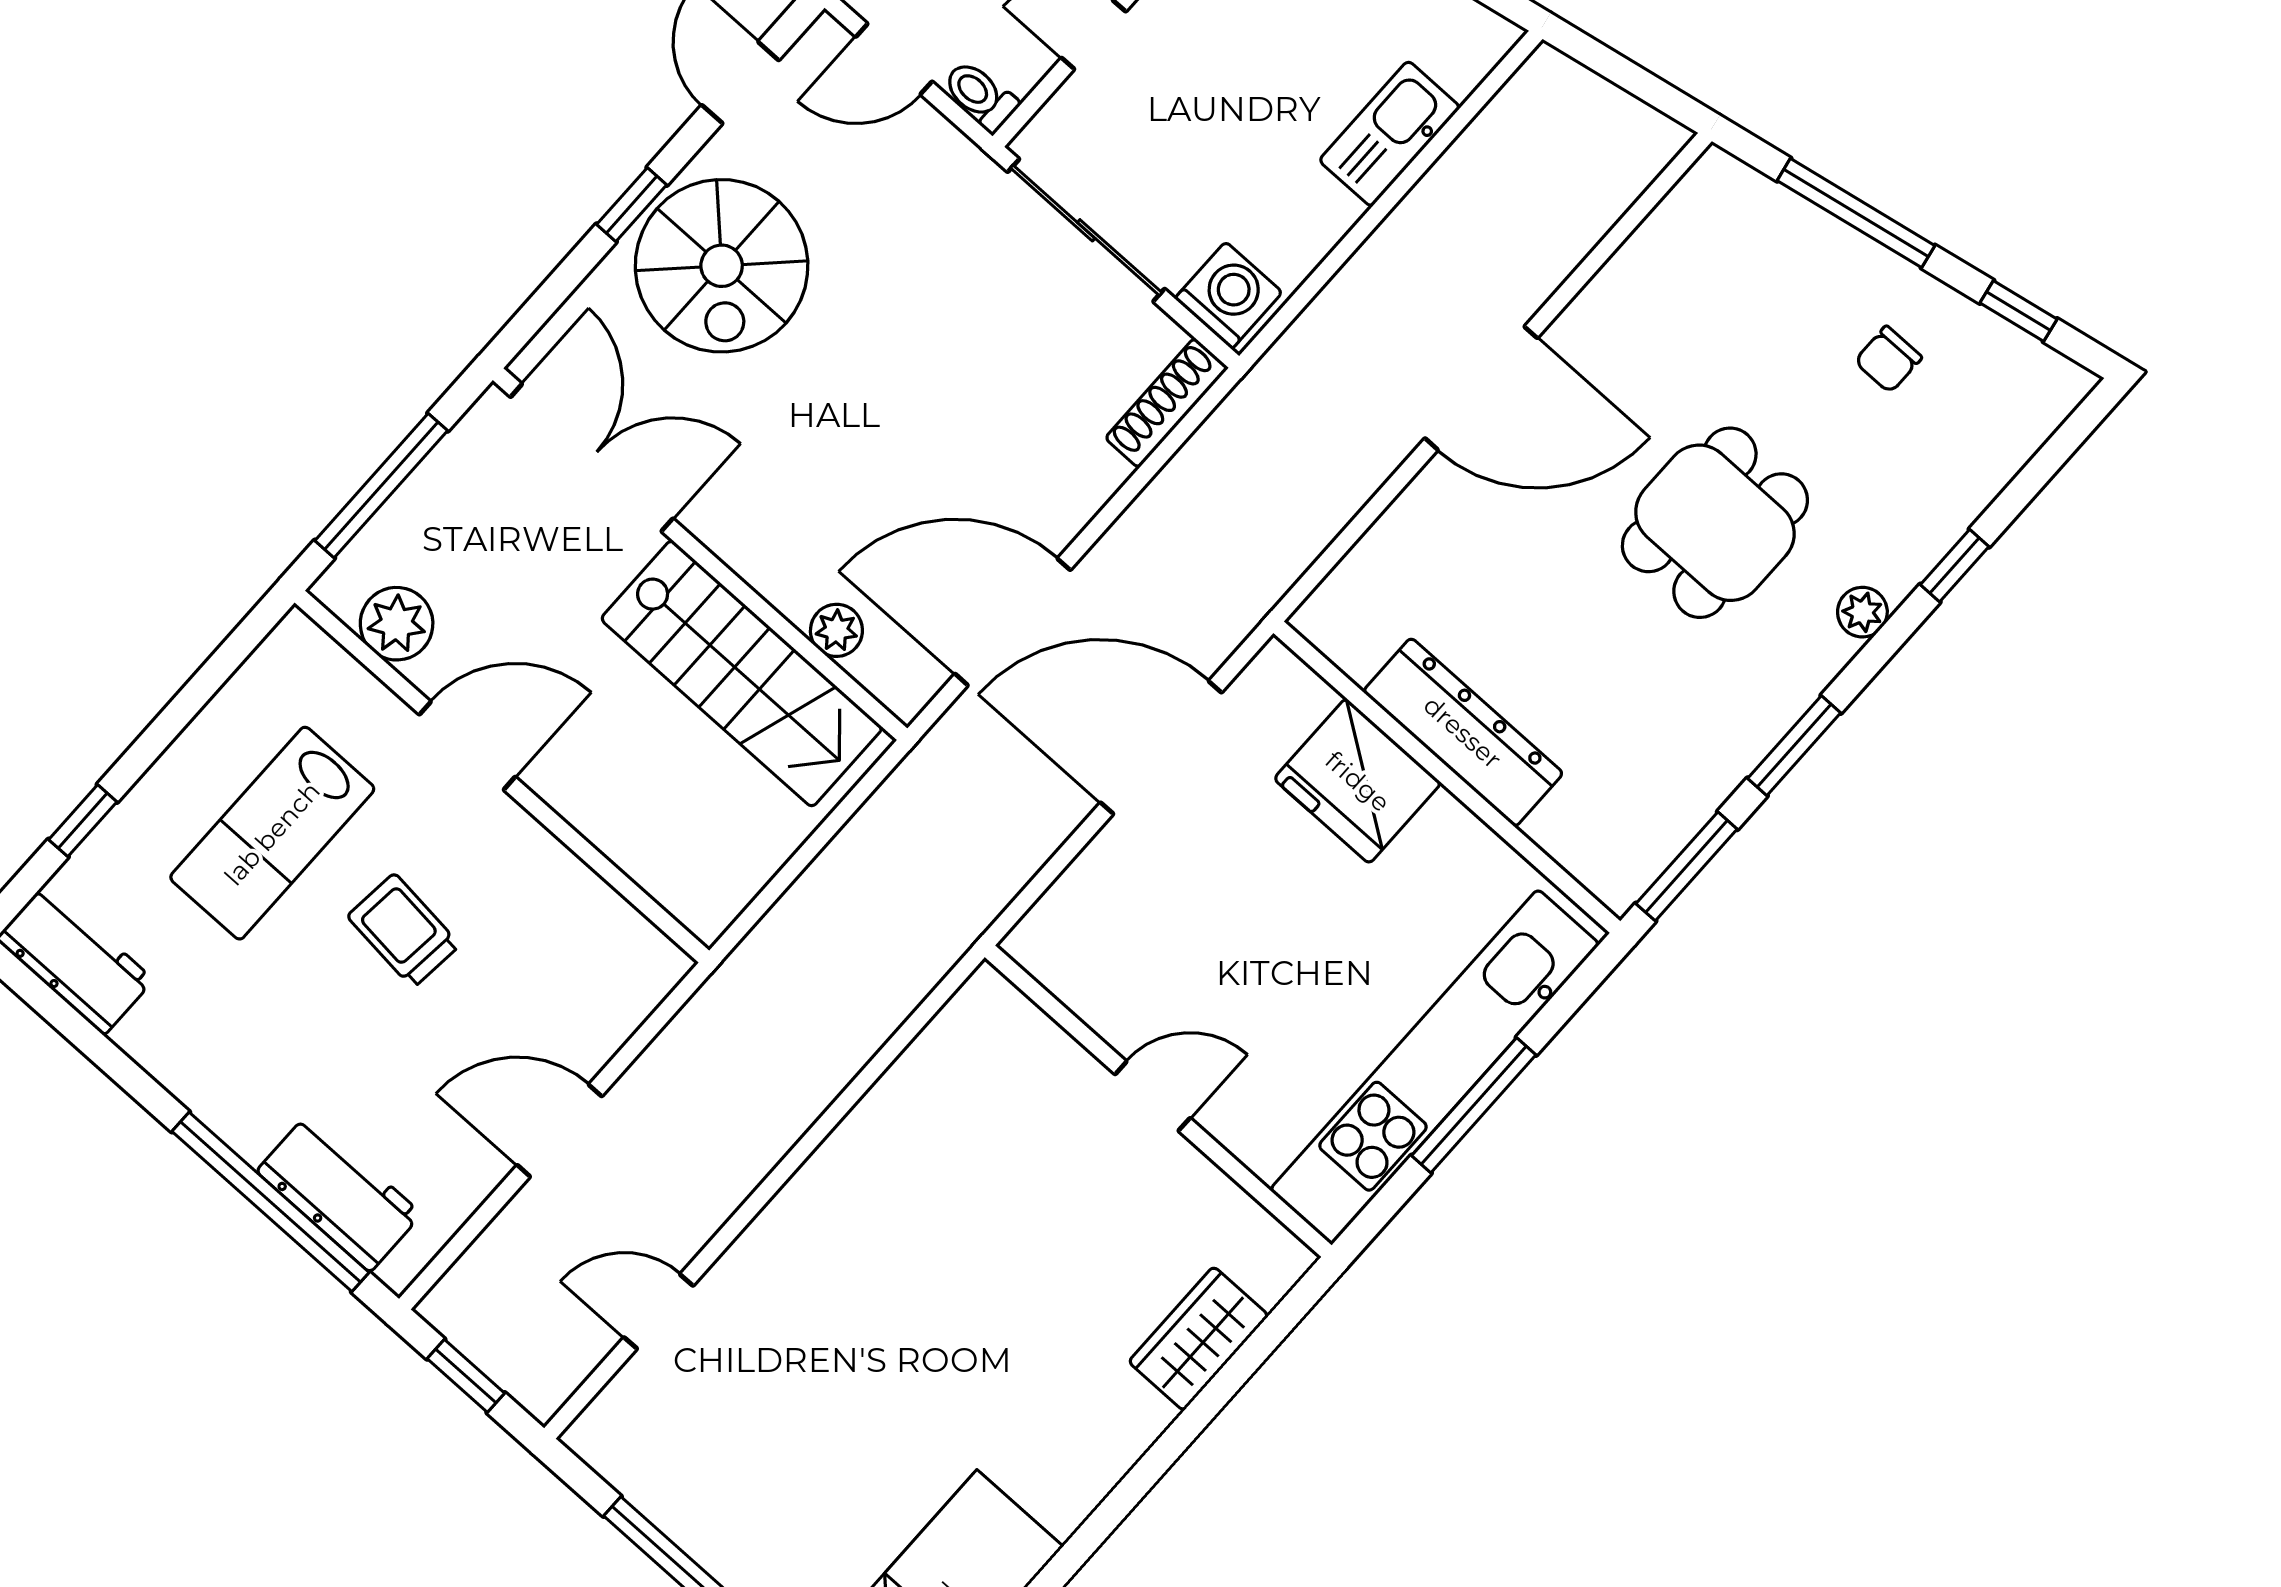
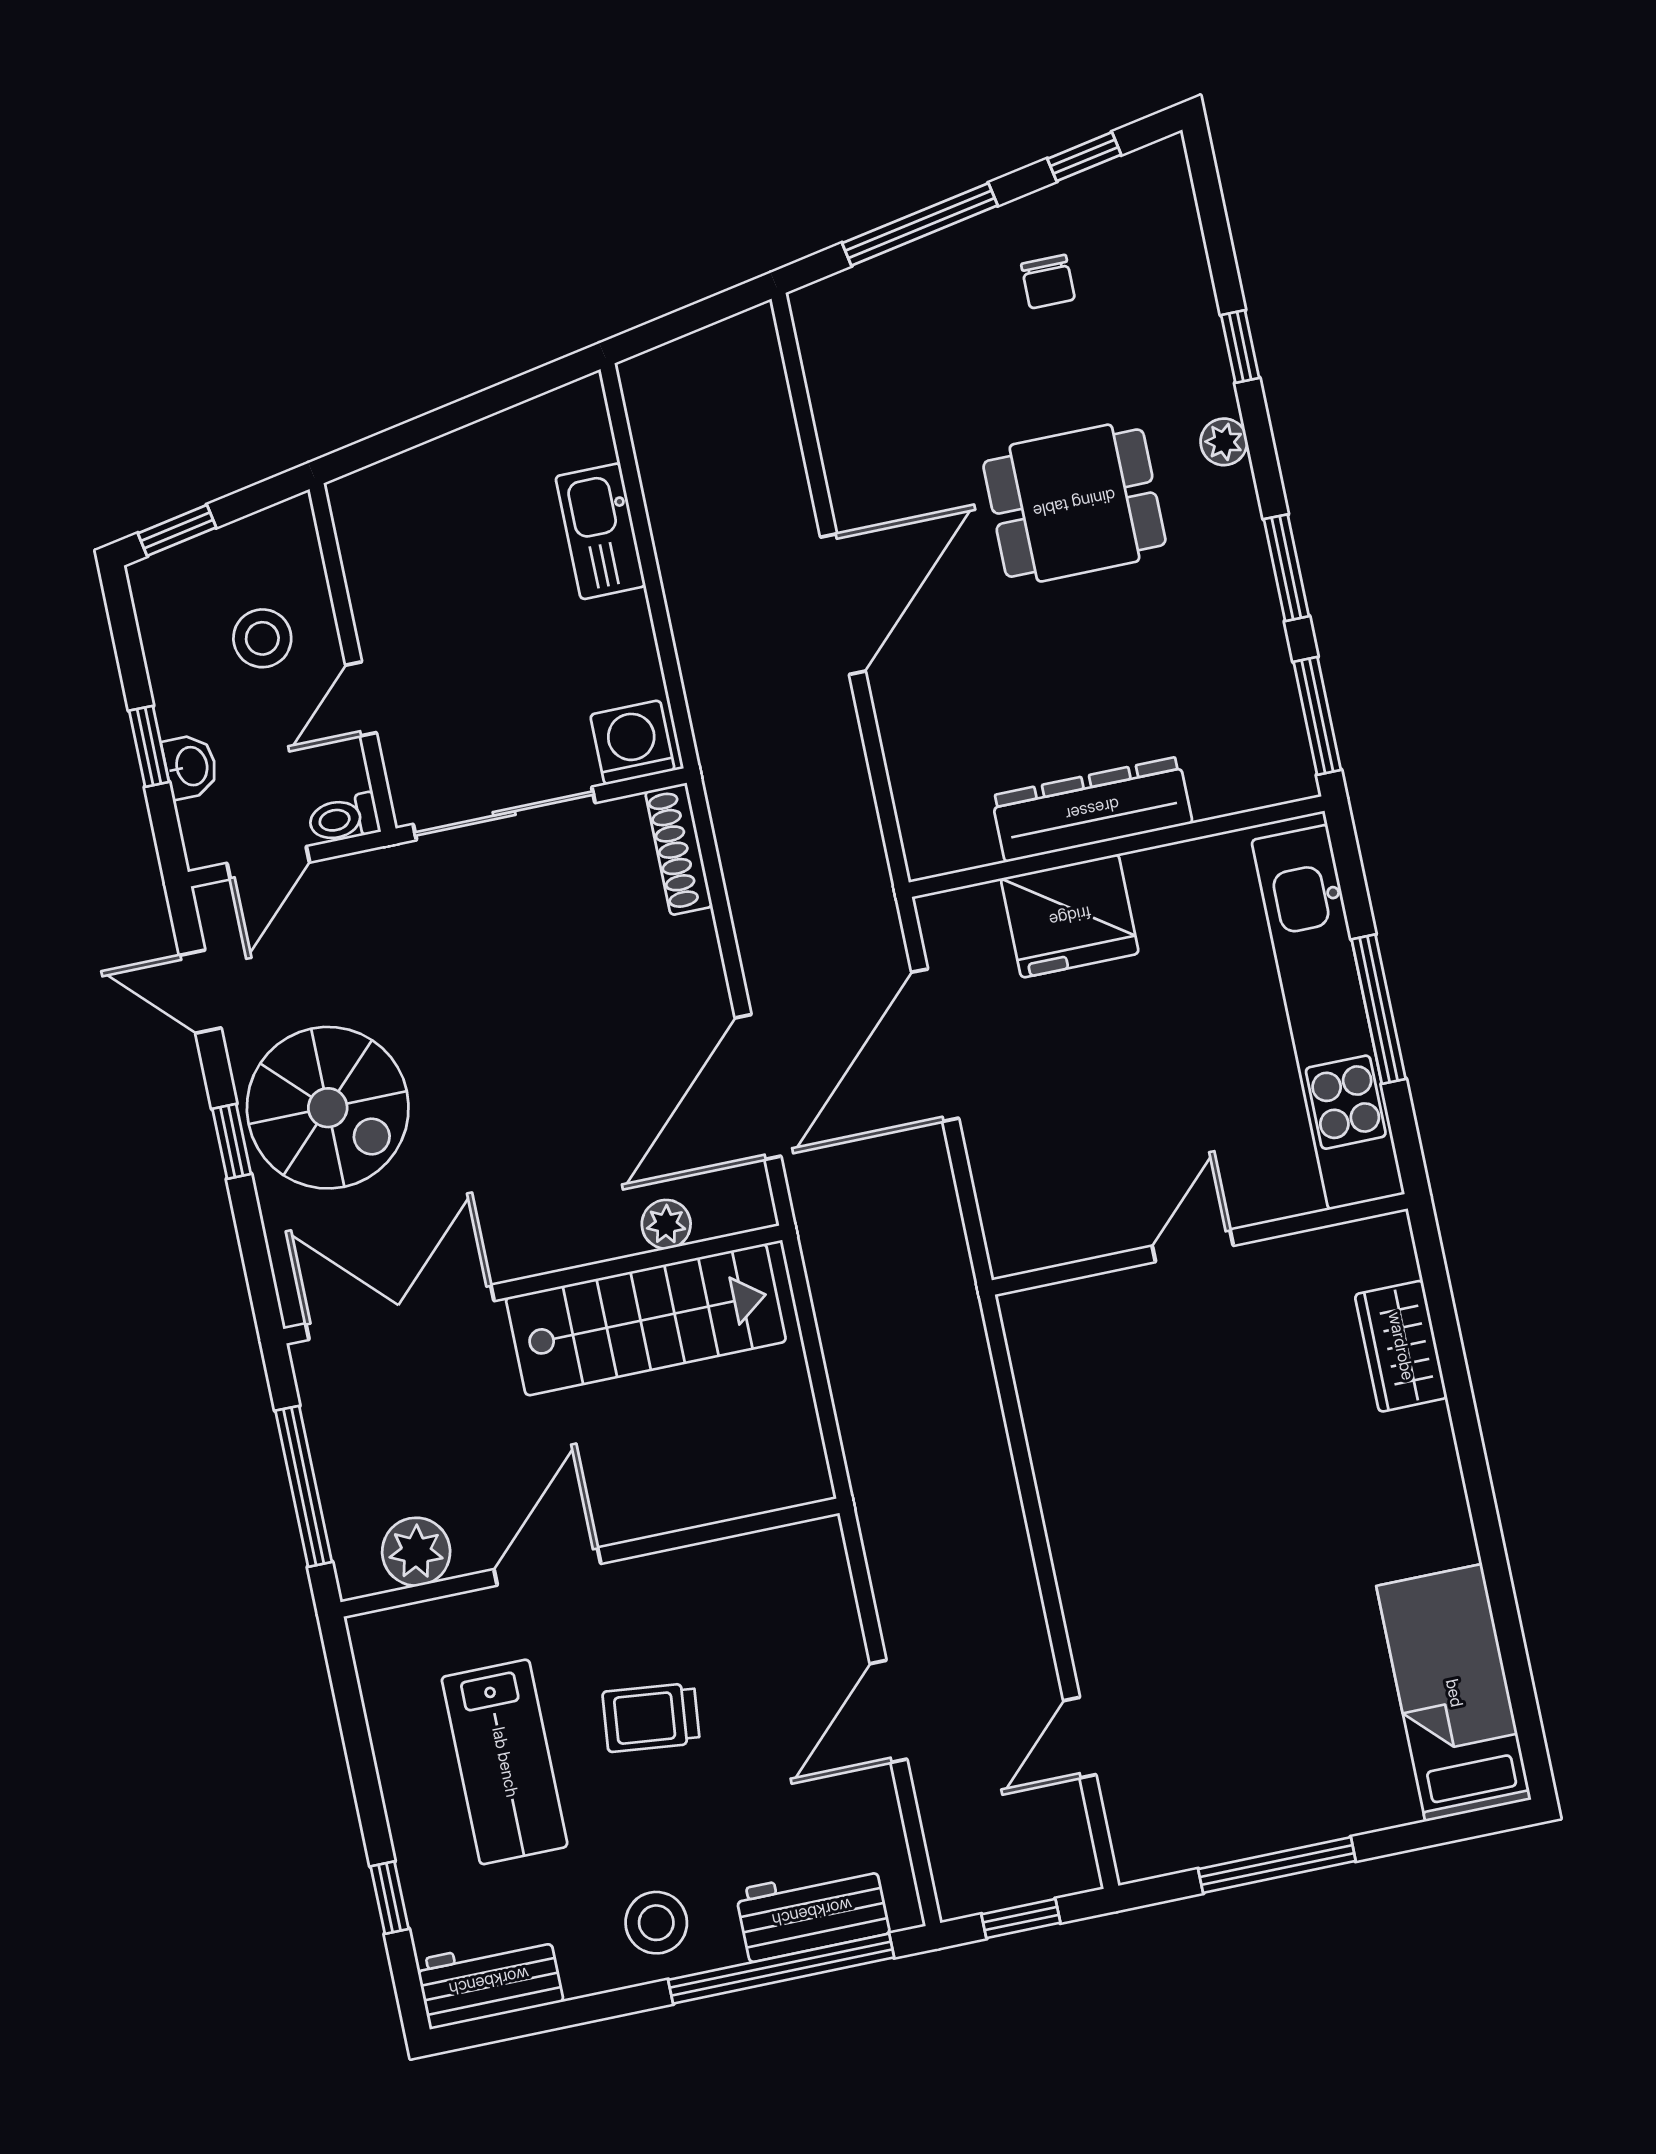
dining table: (1715, 523) -> (1074, 503), turned 90
stool: (231, 1065) -> (656, 1923), added

